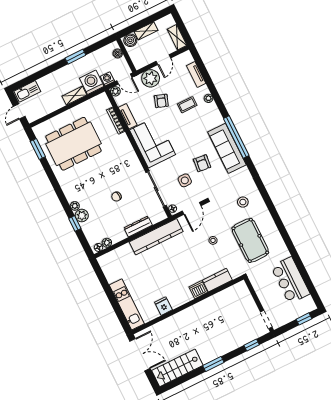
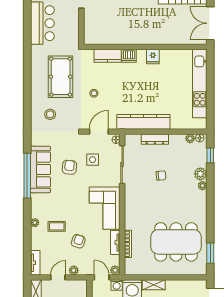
tv unit: (196, 74) -> (35, 263), moved
plant: (151, 78) -> (74, 270), width x0.53, depth x0.53
window: (75, 224) -> (210, 155), moved
kitchen unit: (127, 304) -> (200, 83), width x1.36
fridge: (163, 306) -> (153, 56), moved

